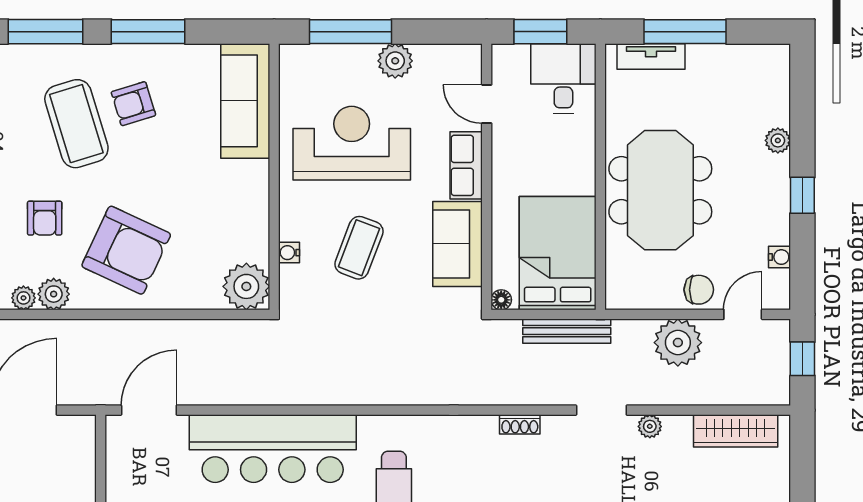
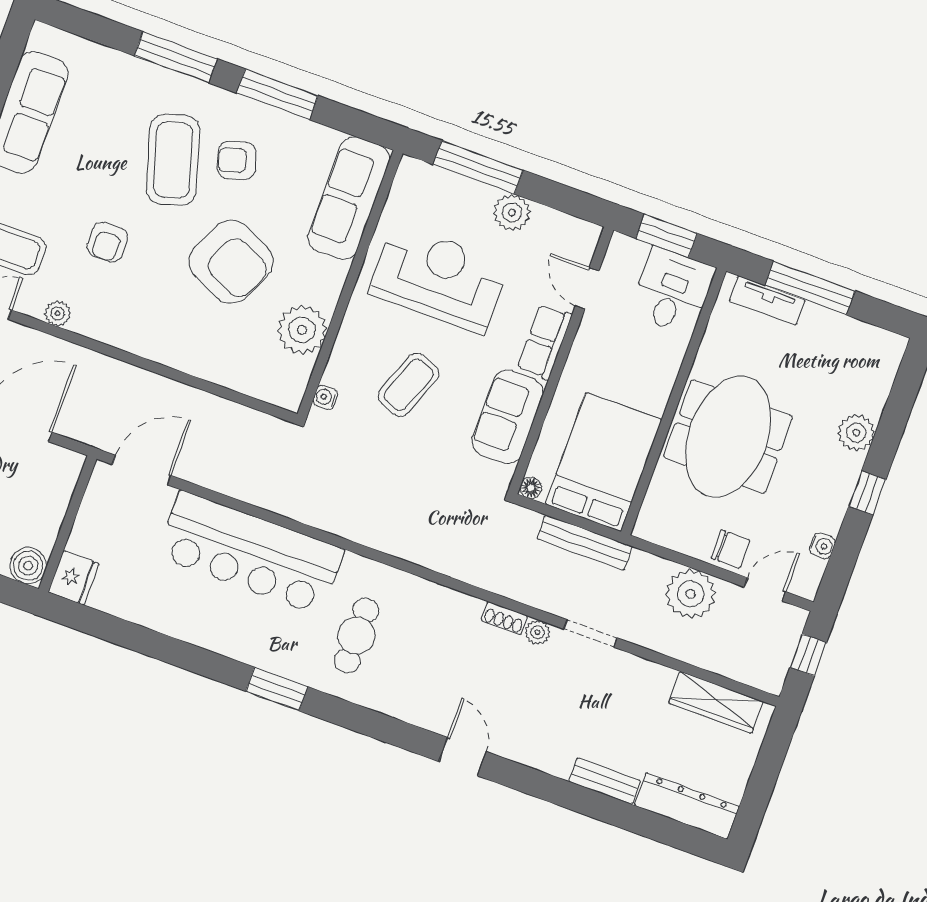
plant: (778, 140) -> (856, 433), width x1.38, depth x1.38
armchair: (126, 250) -> (231, 262), moved
water cooler: (289, 253) -> (325, 397), moved
plant: (246, 286) -> (302, 330), moved
plant: (54, 294) -> (89, 321), removed
plant: (650, 426) -> (537, 632), moved

